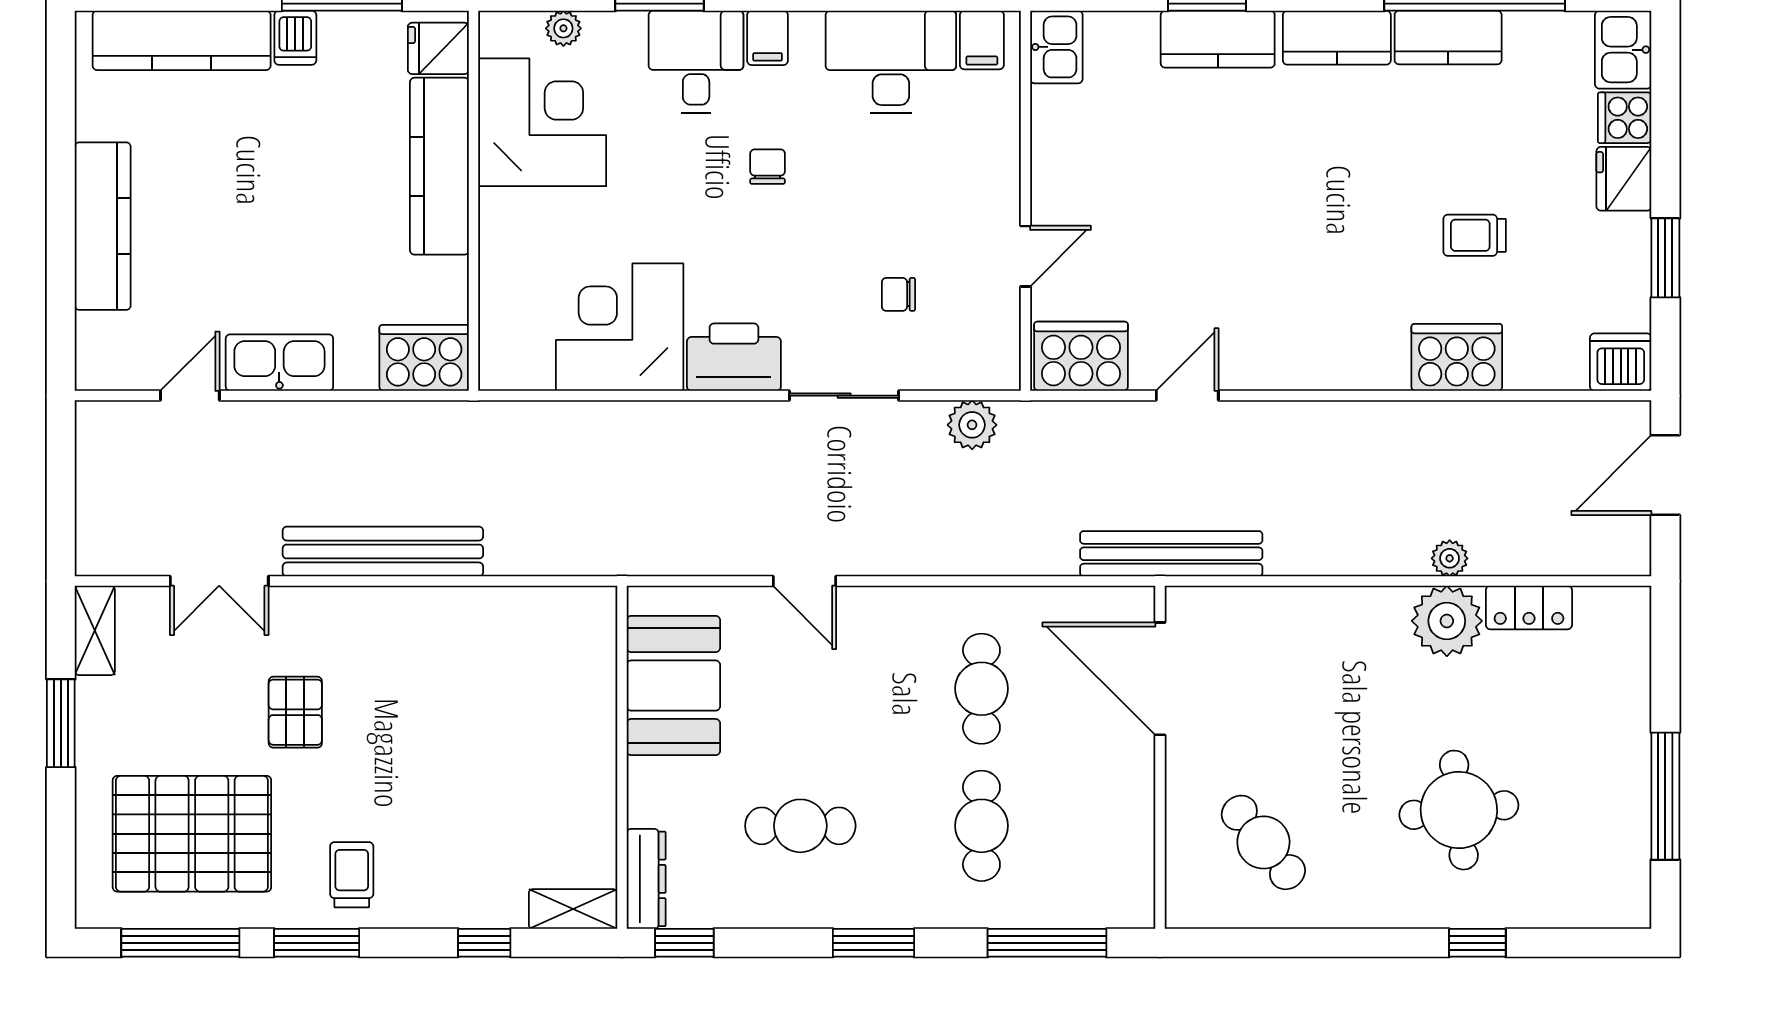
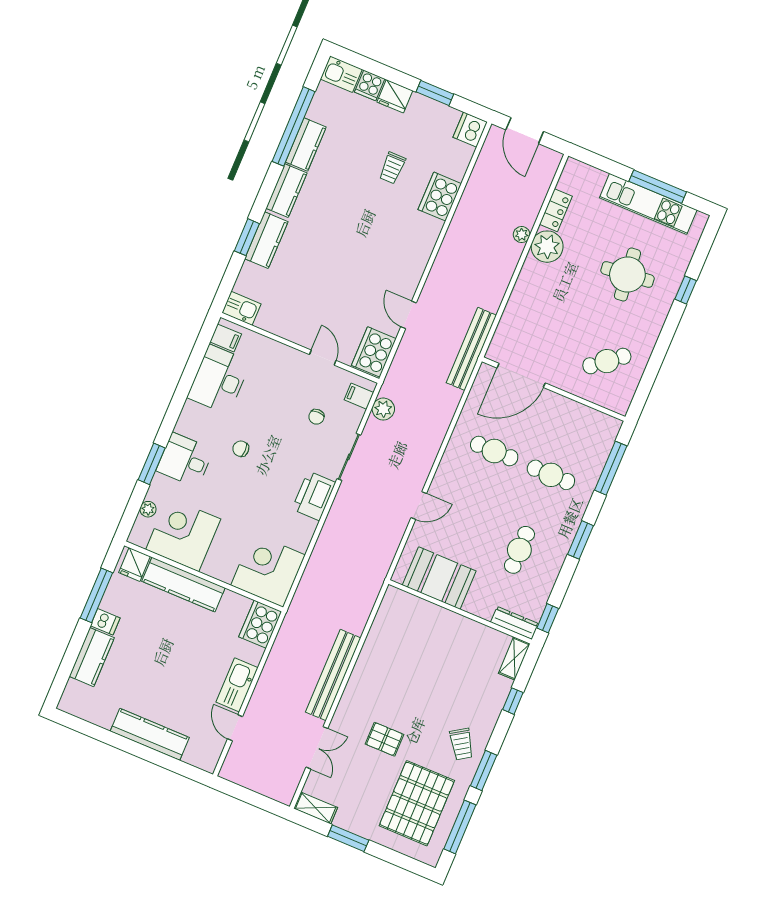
filing cabinet: (768, 38) -> (359, 396), moved, turned 180
kitchen counter: (182, 40) -> (92, 657), width x0.67
corner desk: (620, 327) -> (268, 570), moved, turned 90
kitchen unit: (1622, 792) -> (648, 204), added
trolley: (352, 875) -> (462, 744), turned -123

